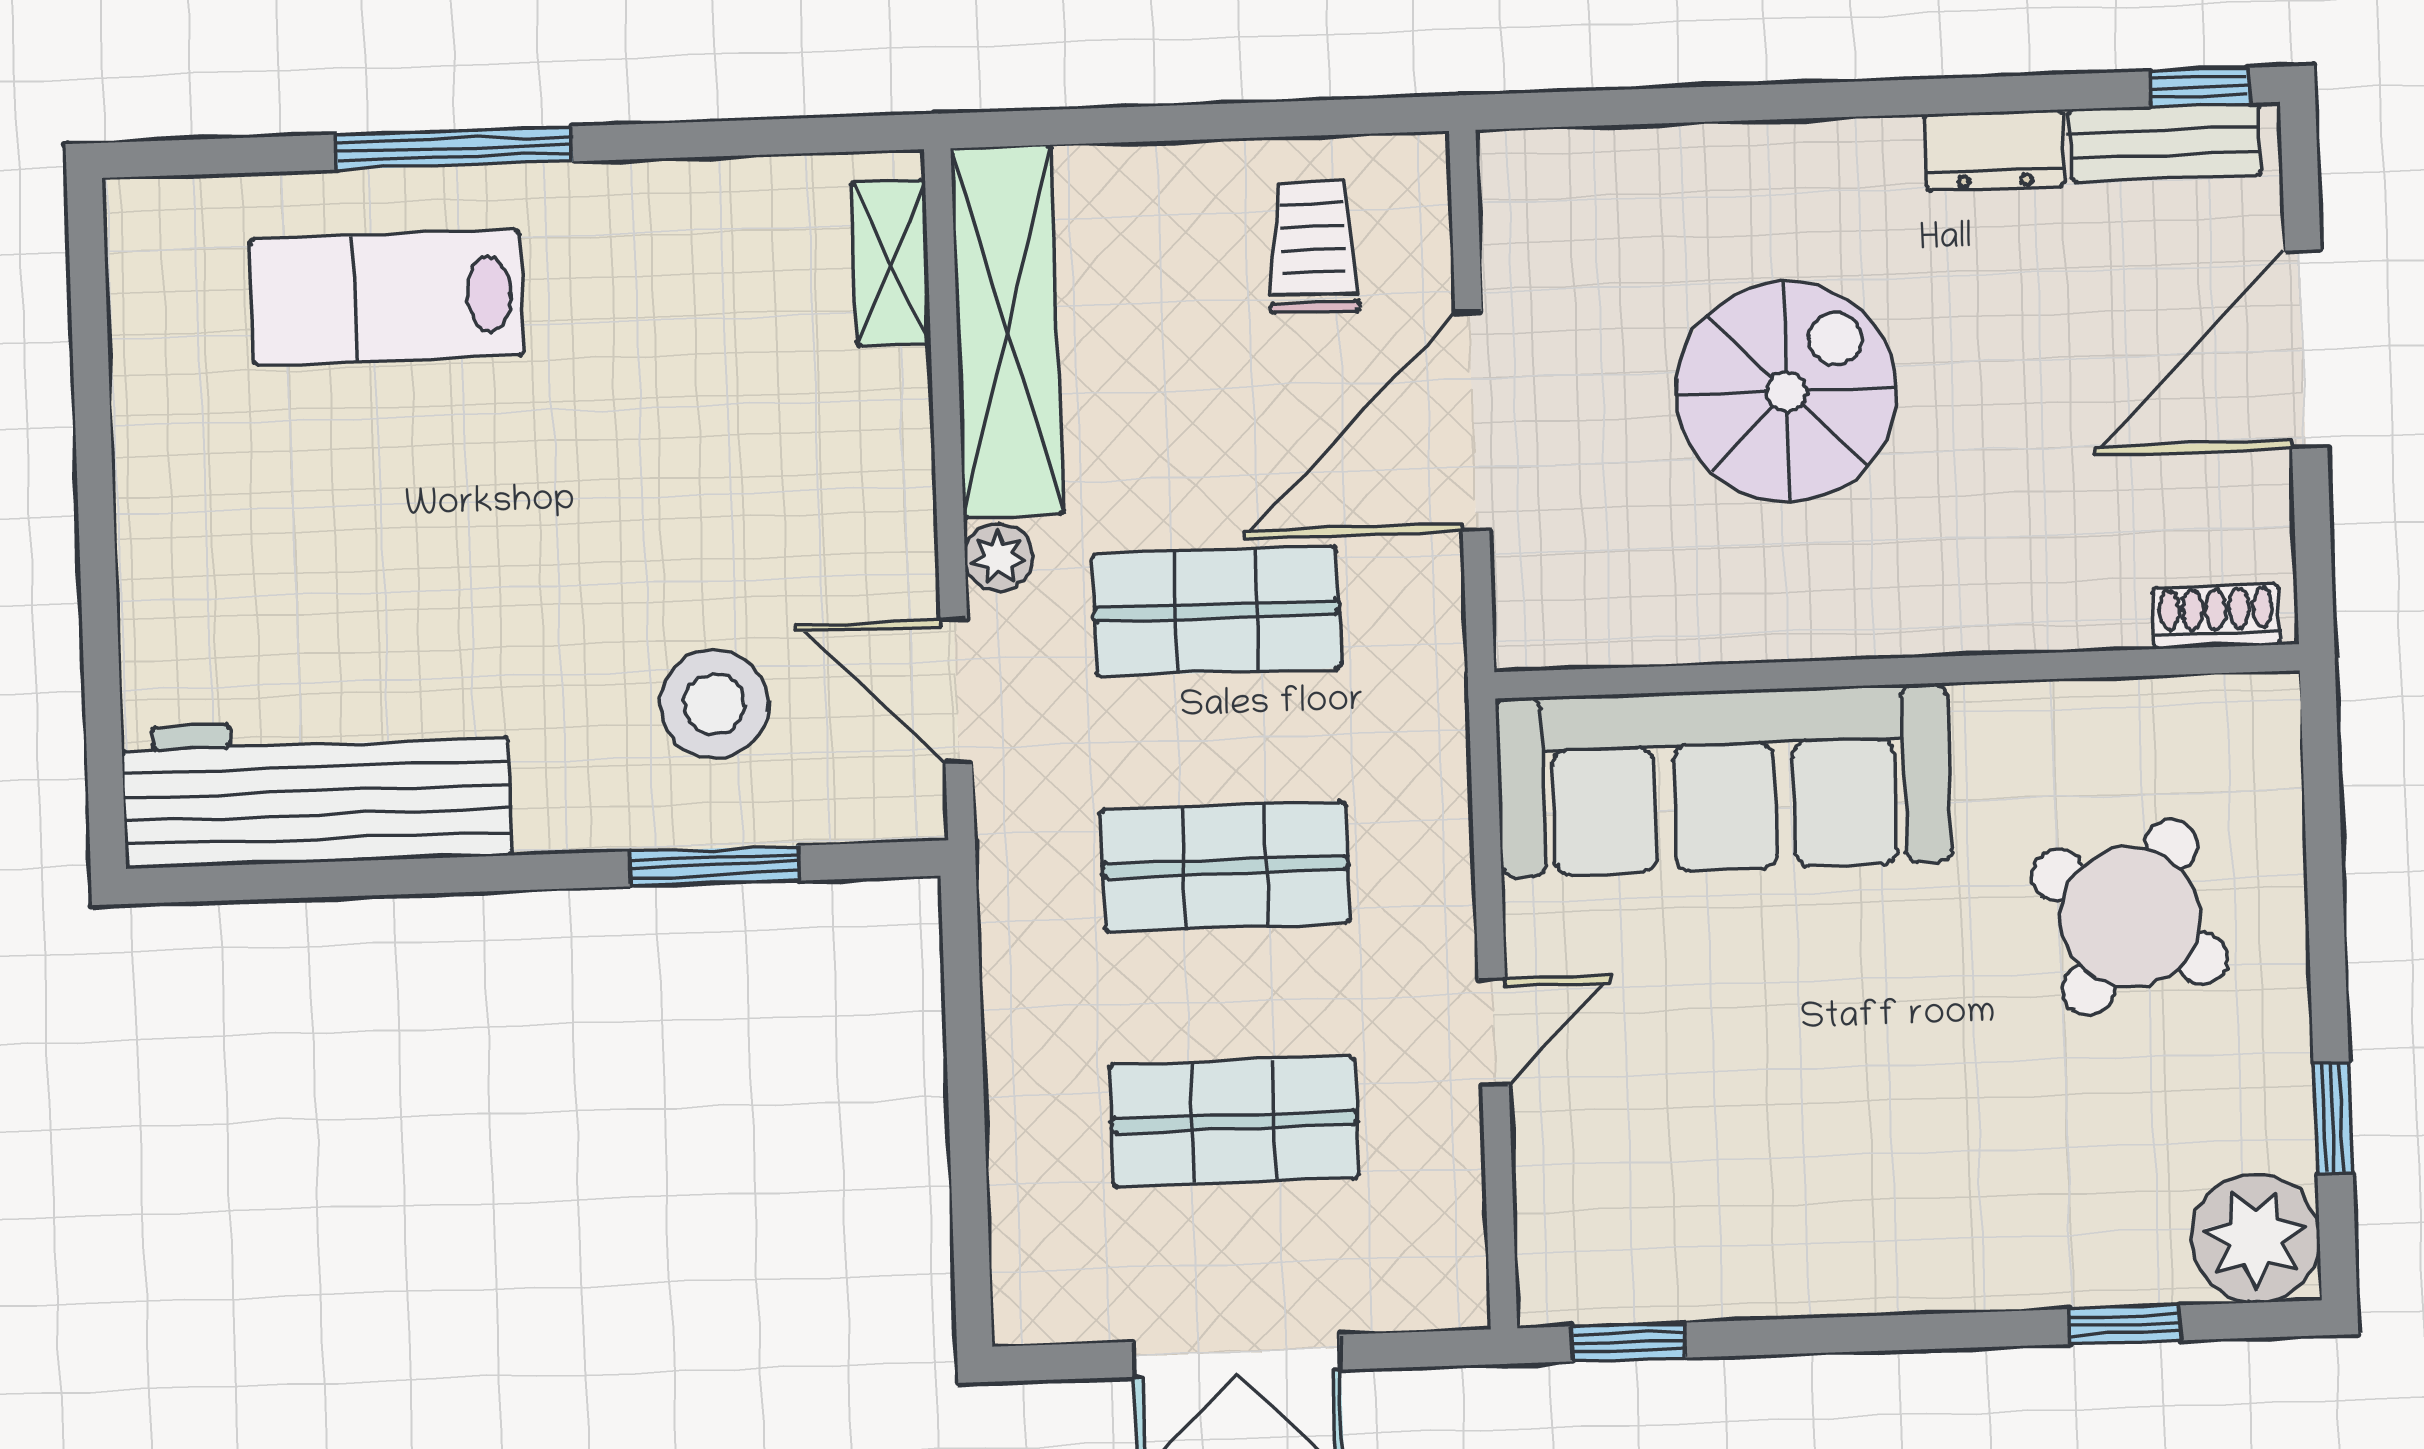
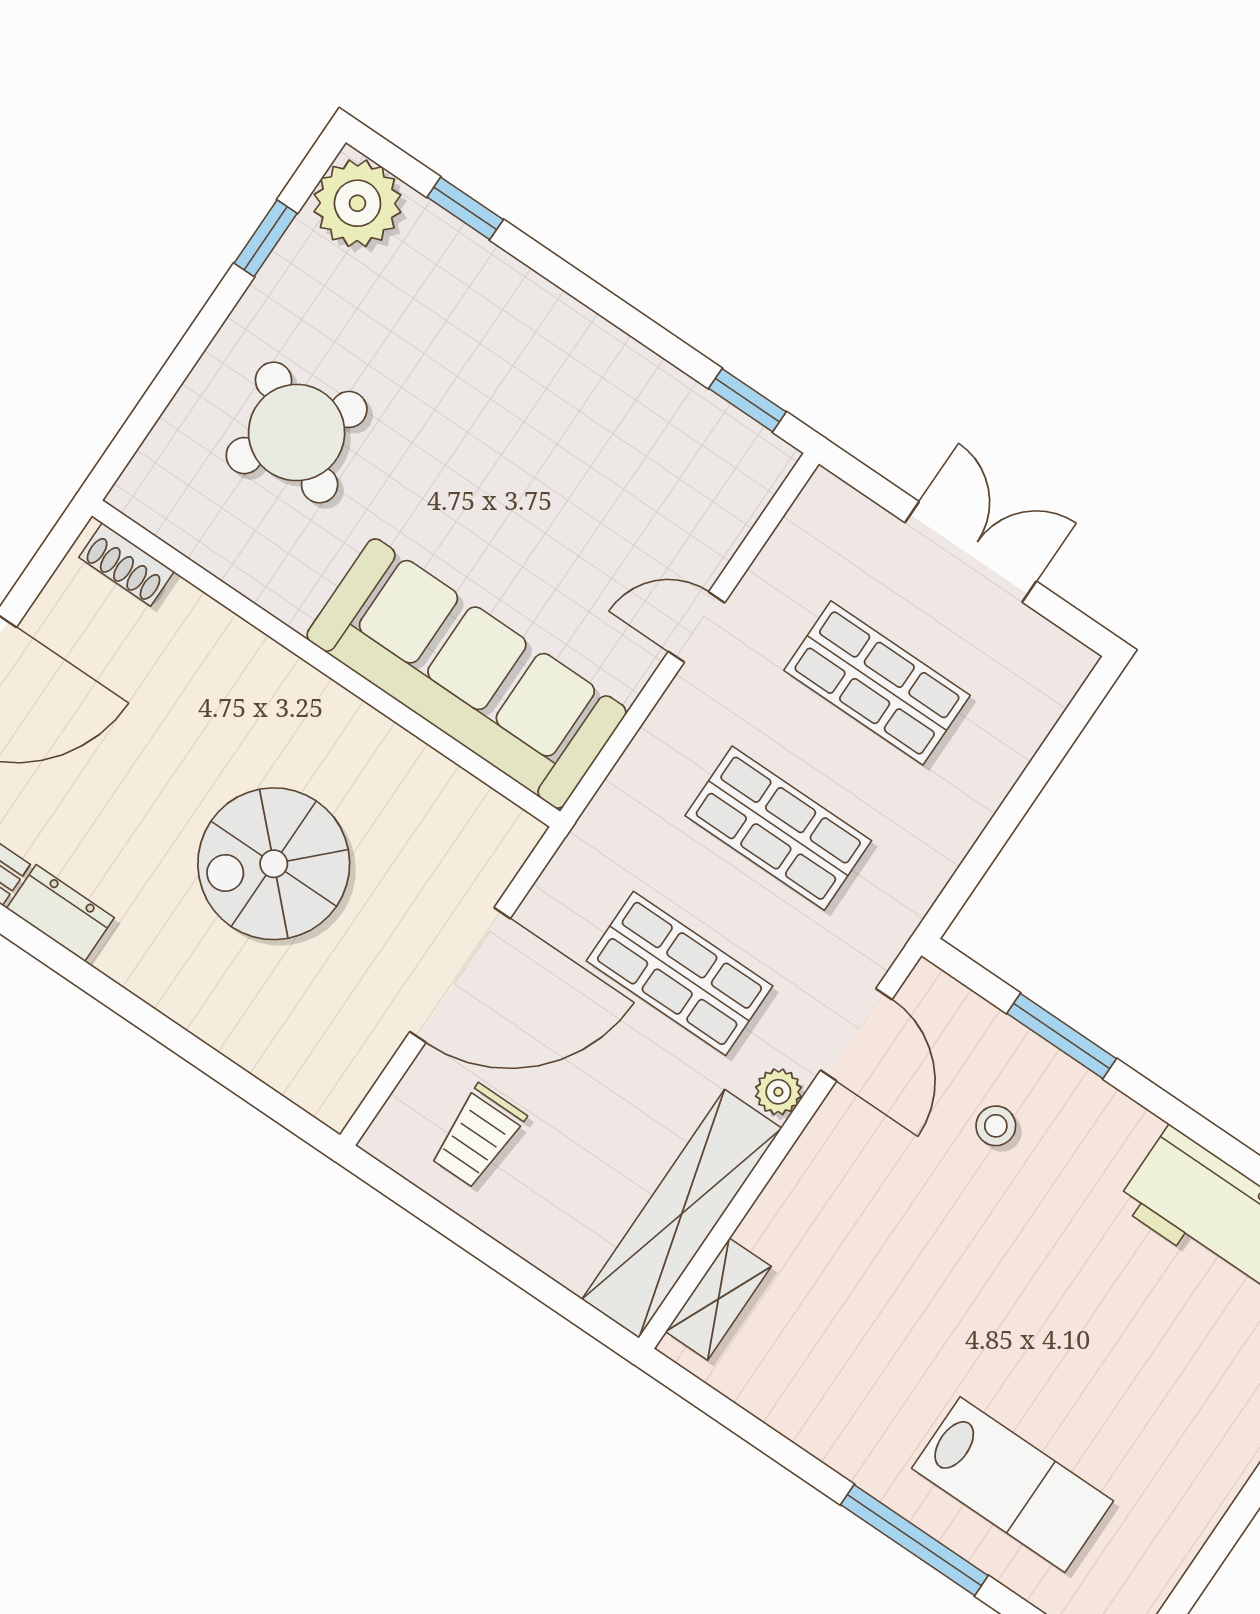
stool: (714, 704) -> (996, 1126), width x0.53, depth x0.53

